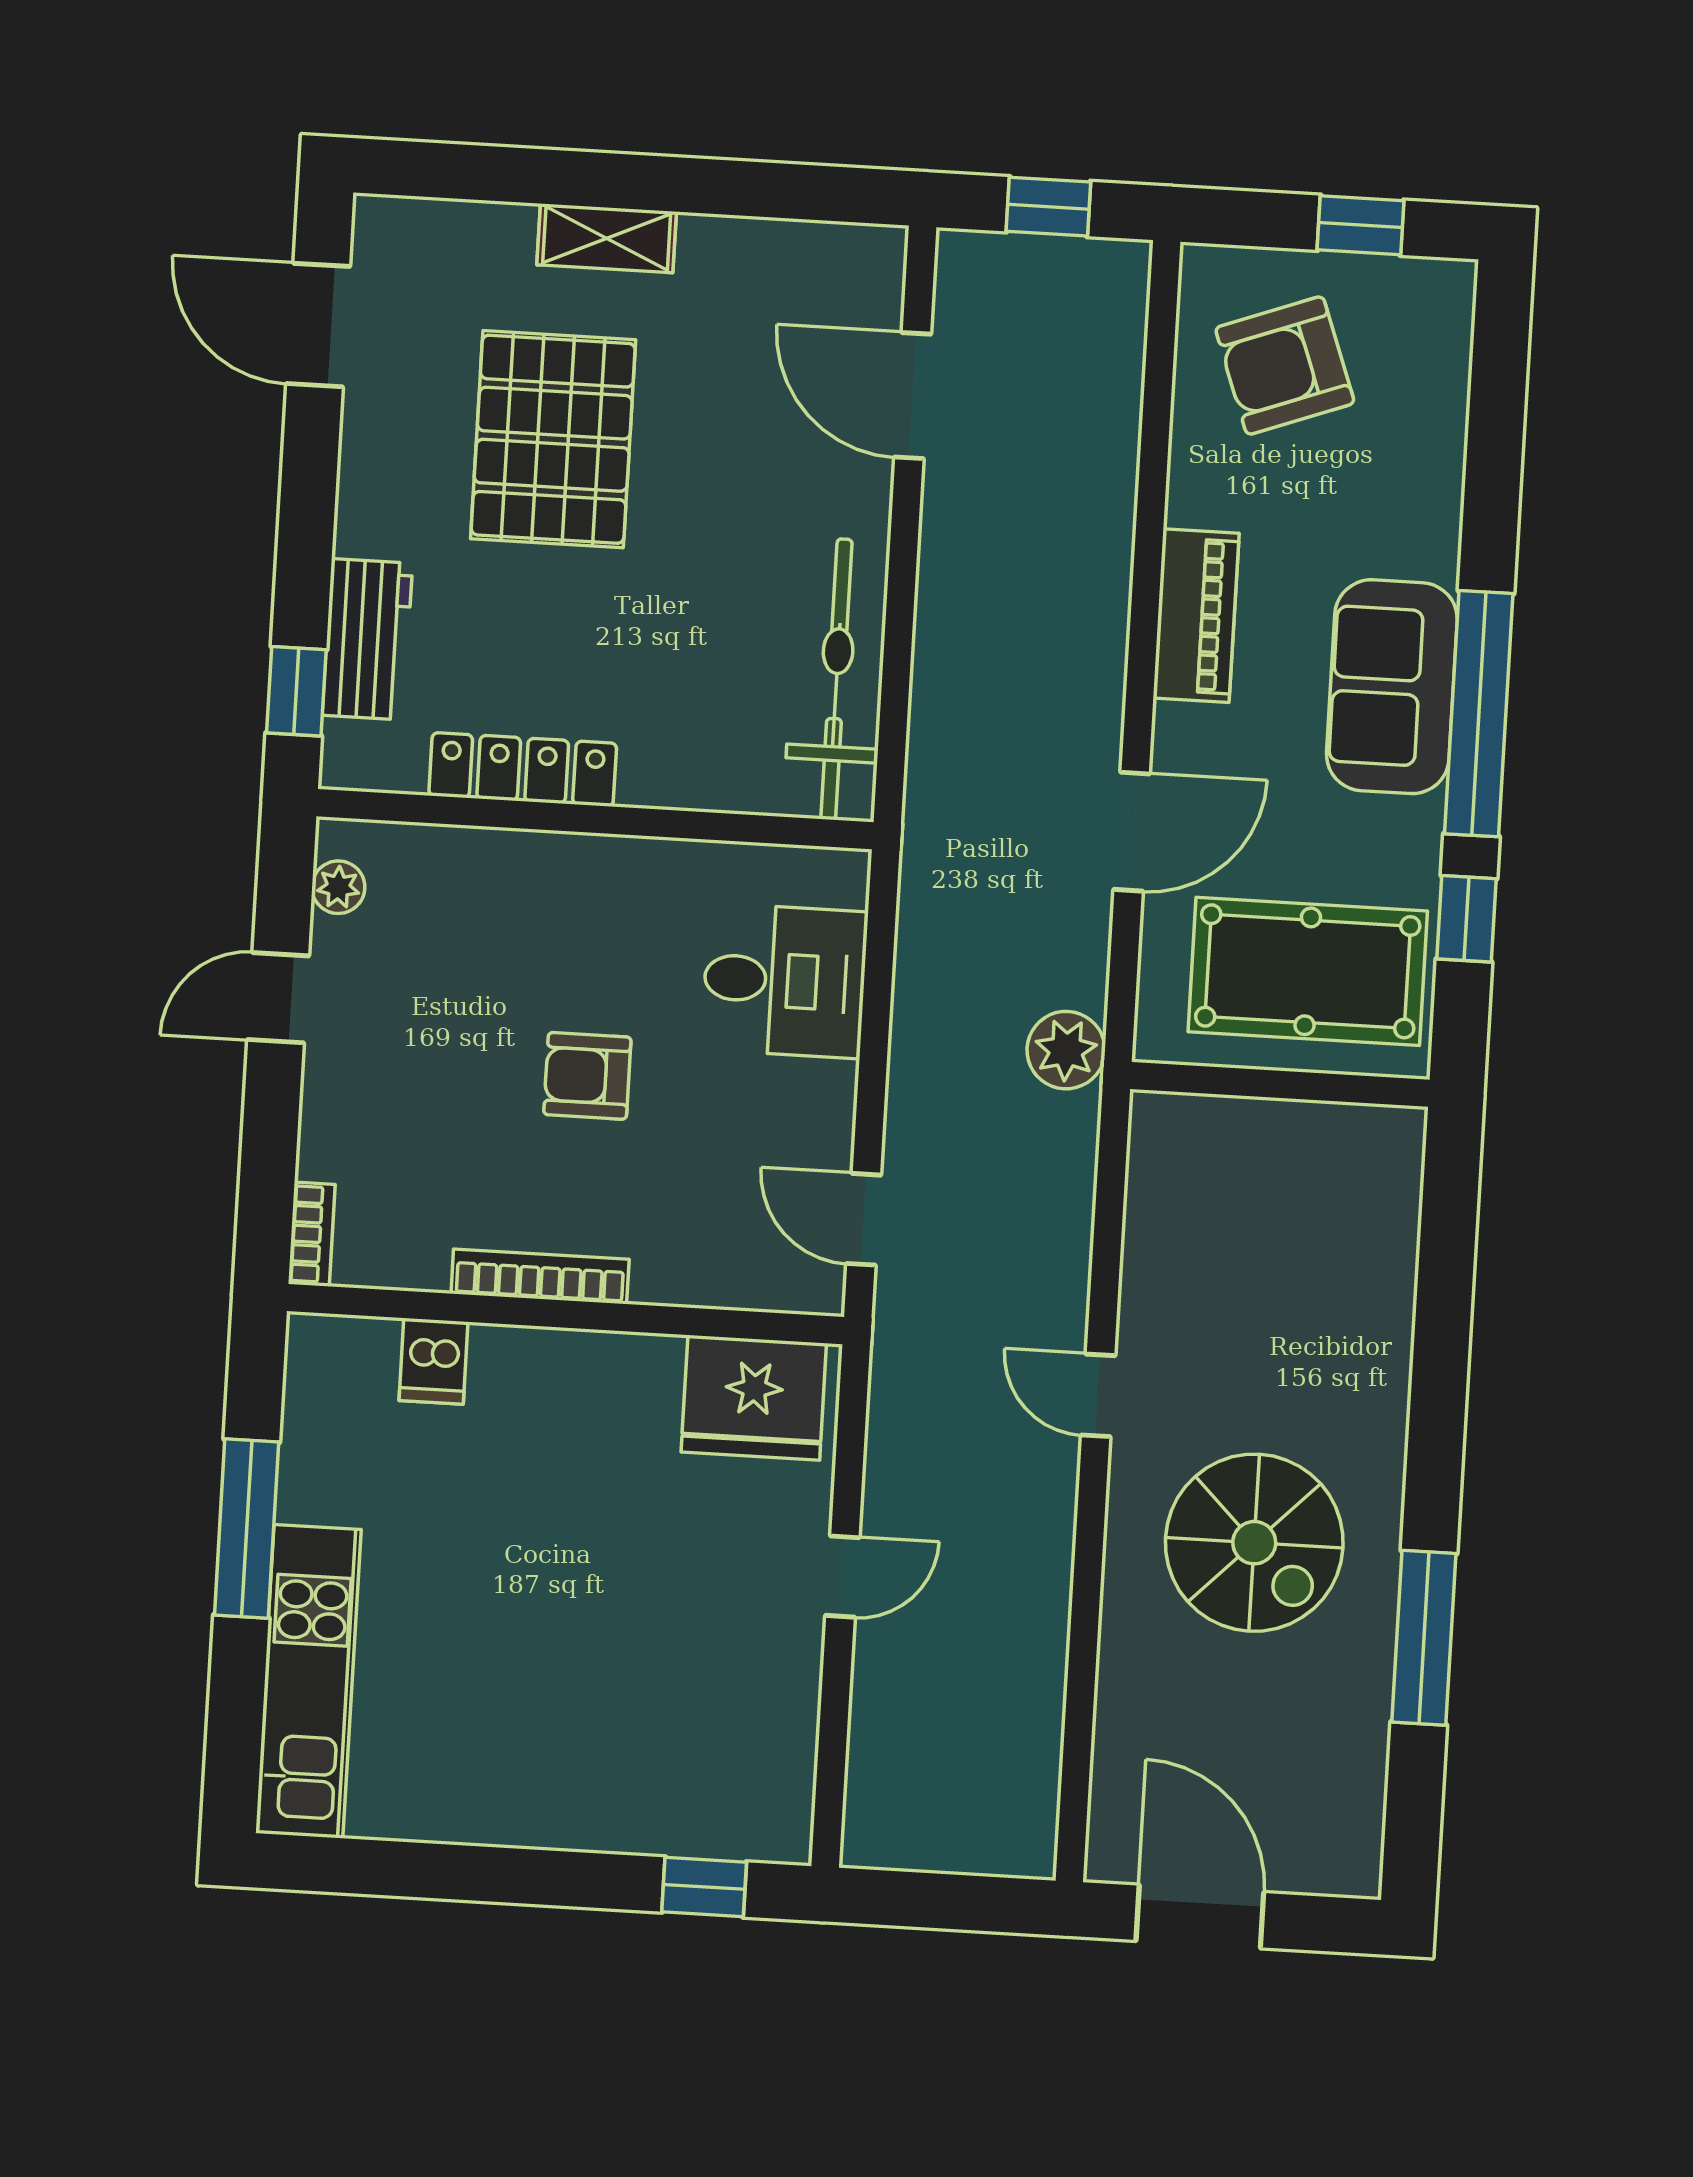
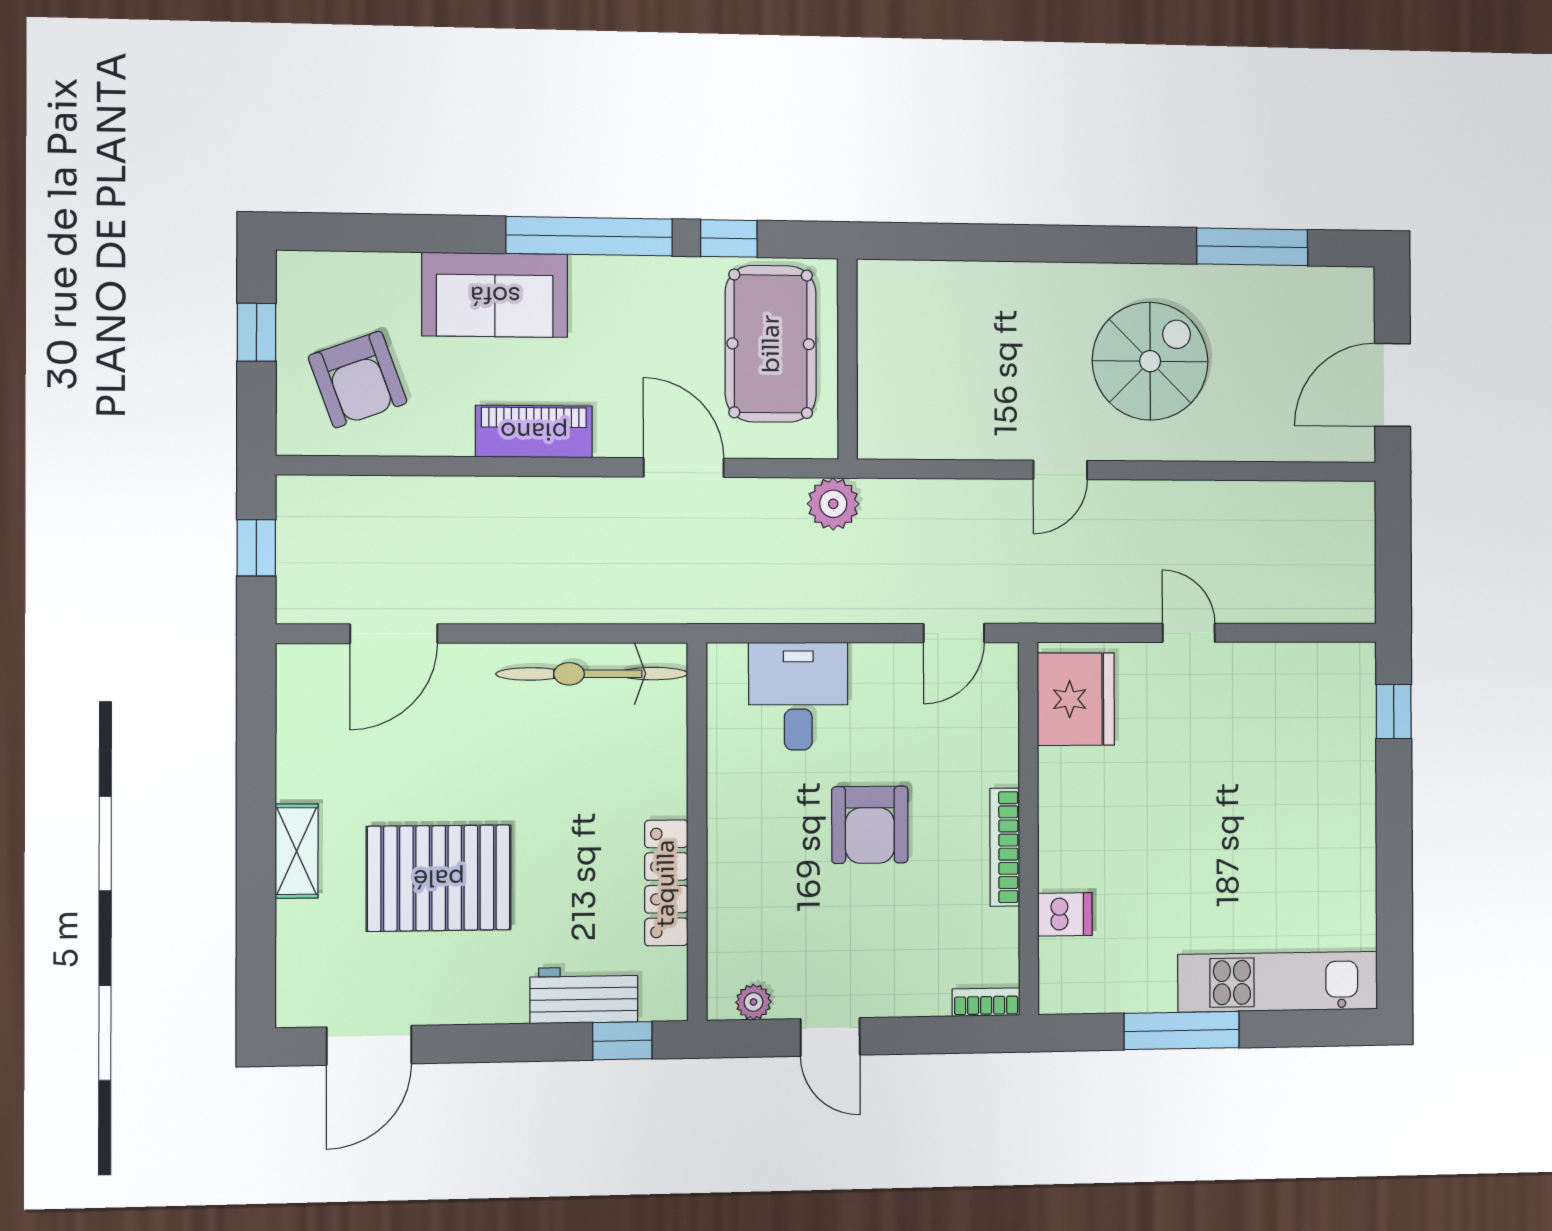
sofa: (1392, 687) -> (495, 295), moved
armchair: (587, 1076) -> (870, 825), width x1.38, depth x1.38
window: (1424, 1638) -> (1252, 247), moved

